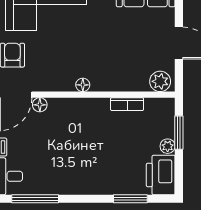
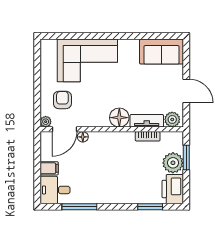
tv unit: (126, 83) -> (147, 121), added
floor lamp: (83, 85) -> (119, 118), width x1.89, depth x1.89
plant: (168, 146) -> (173, 163), width x1.87, depth x1.87

